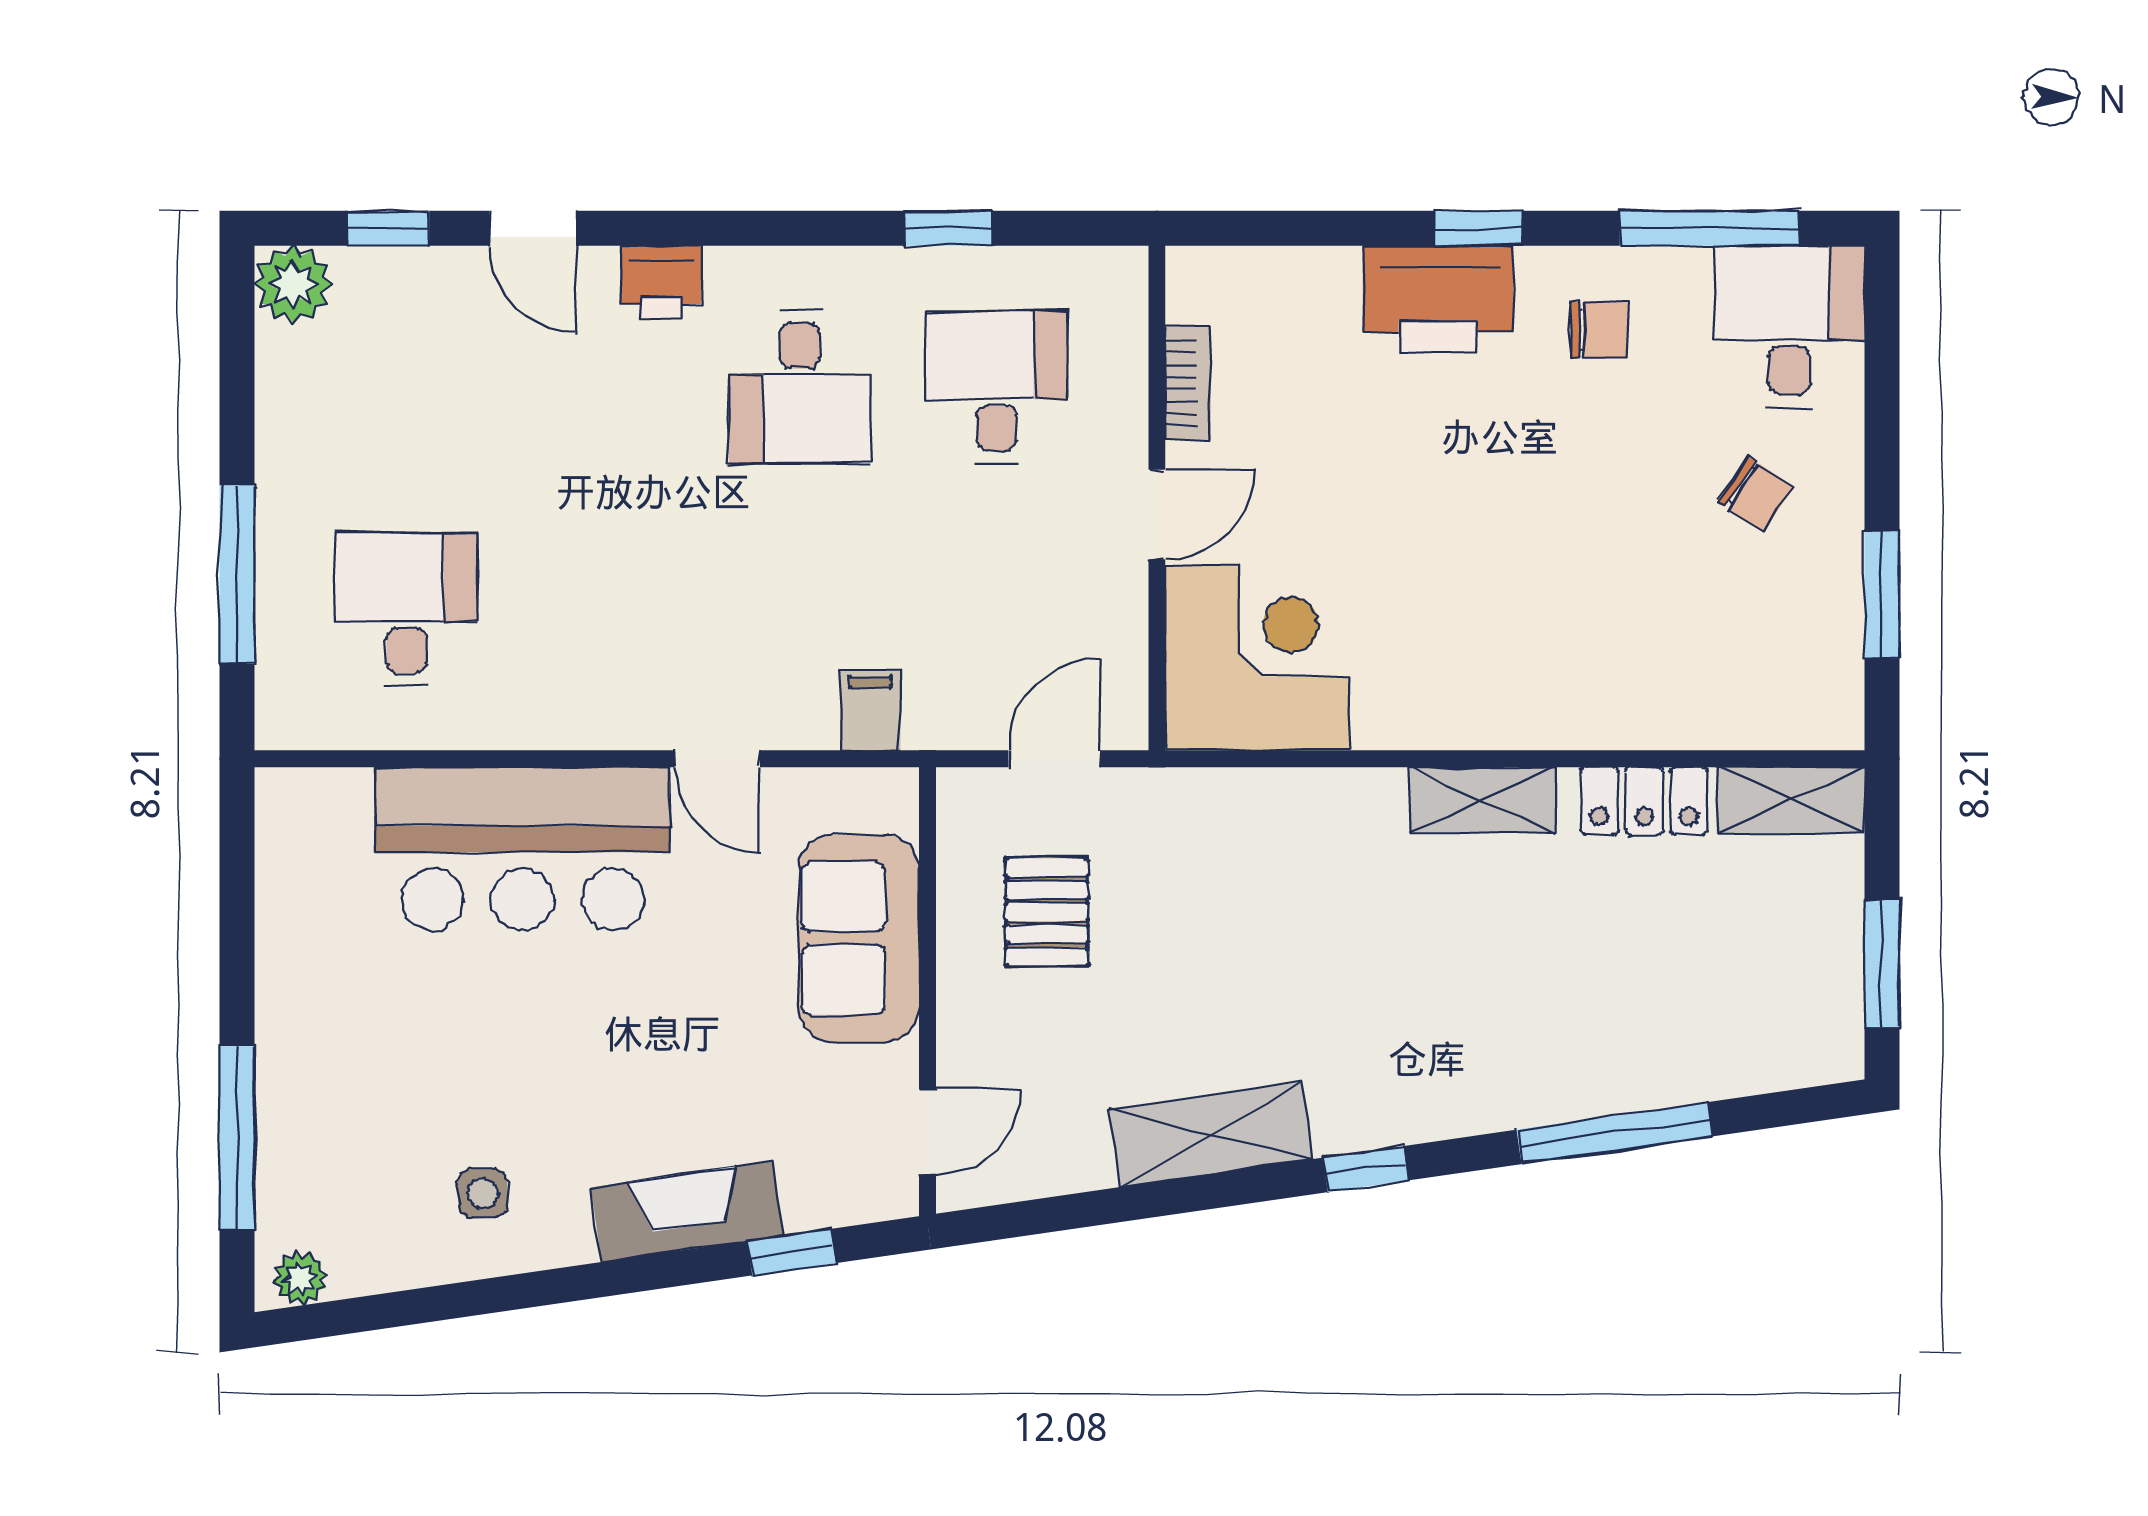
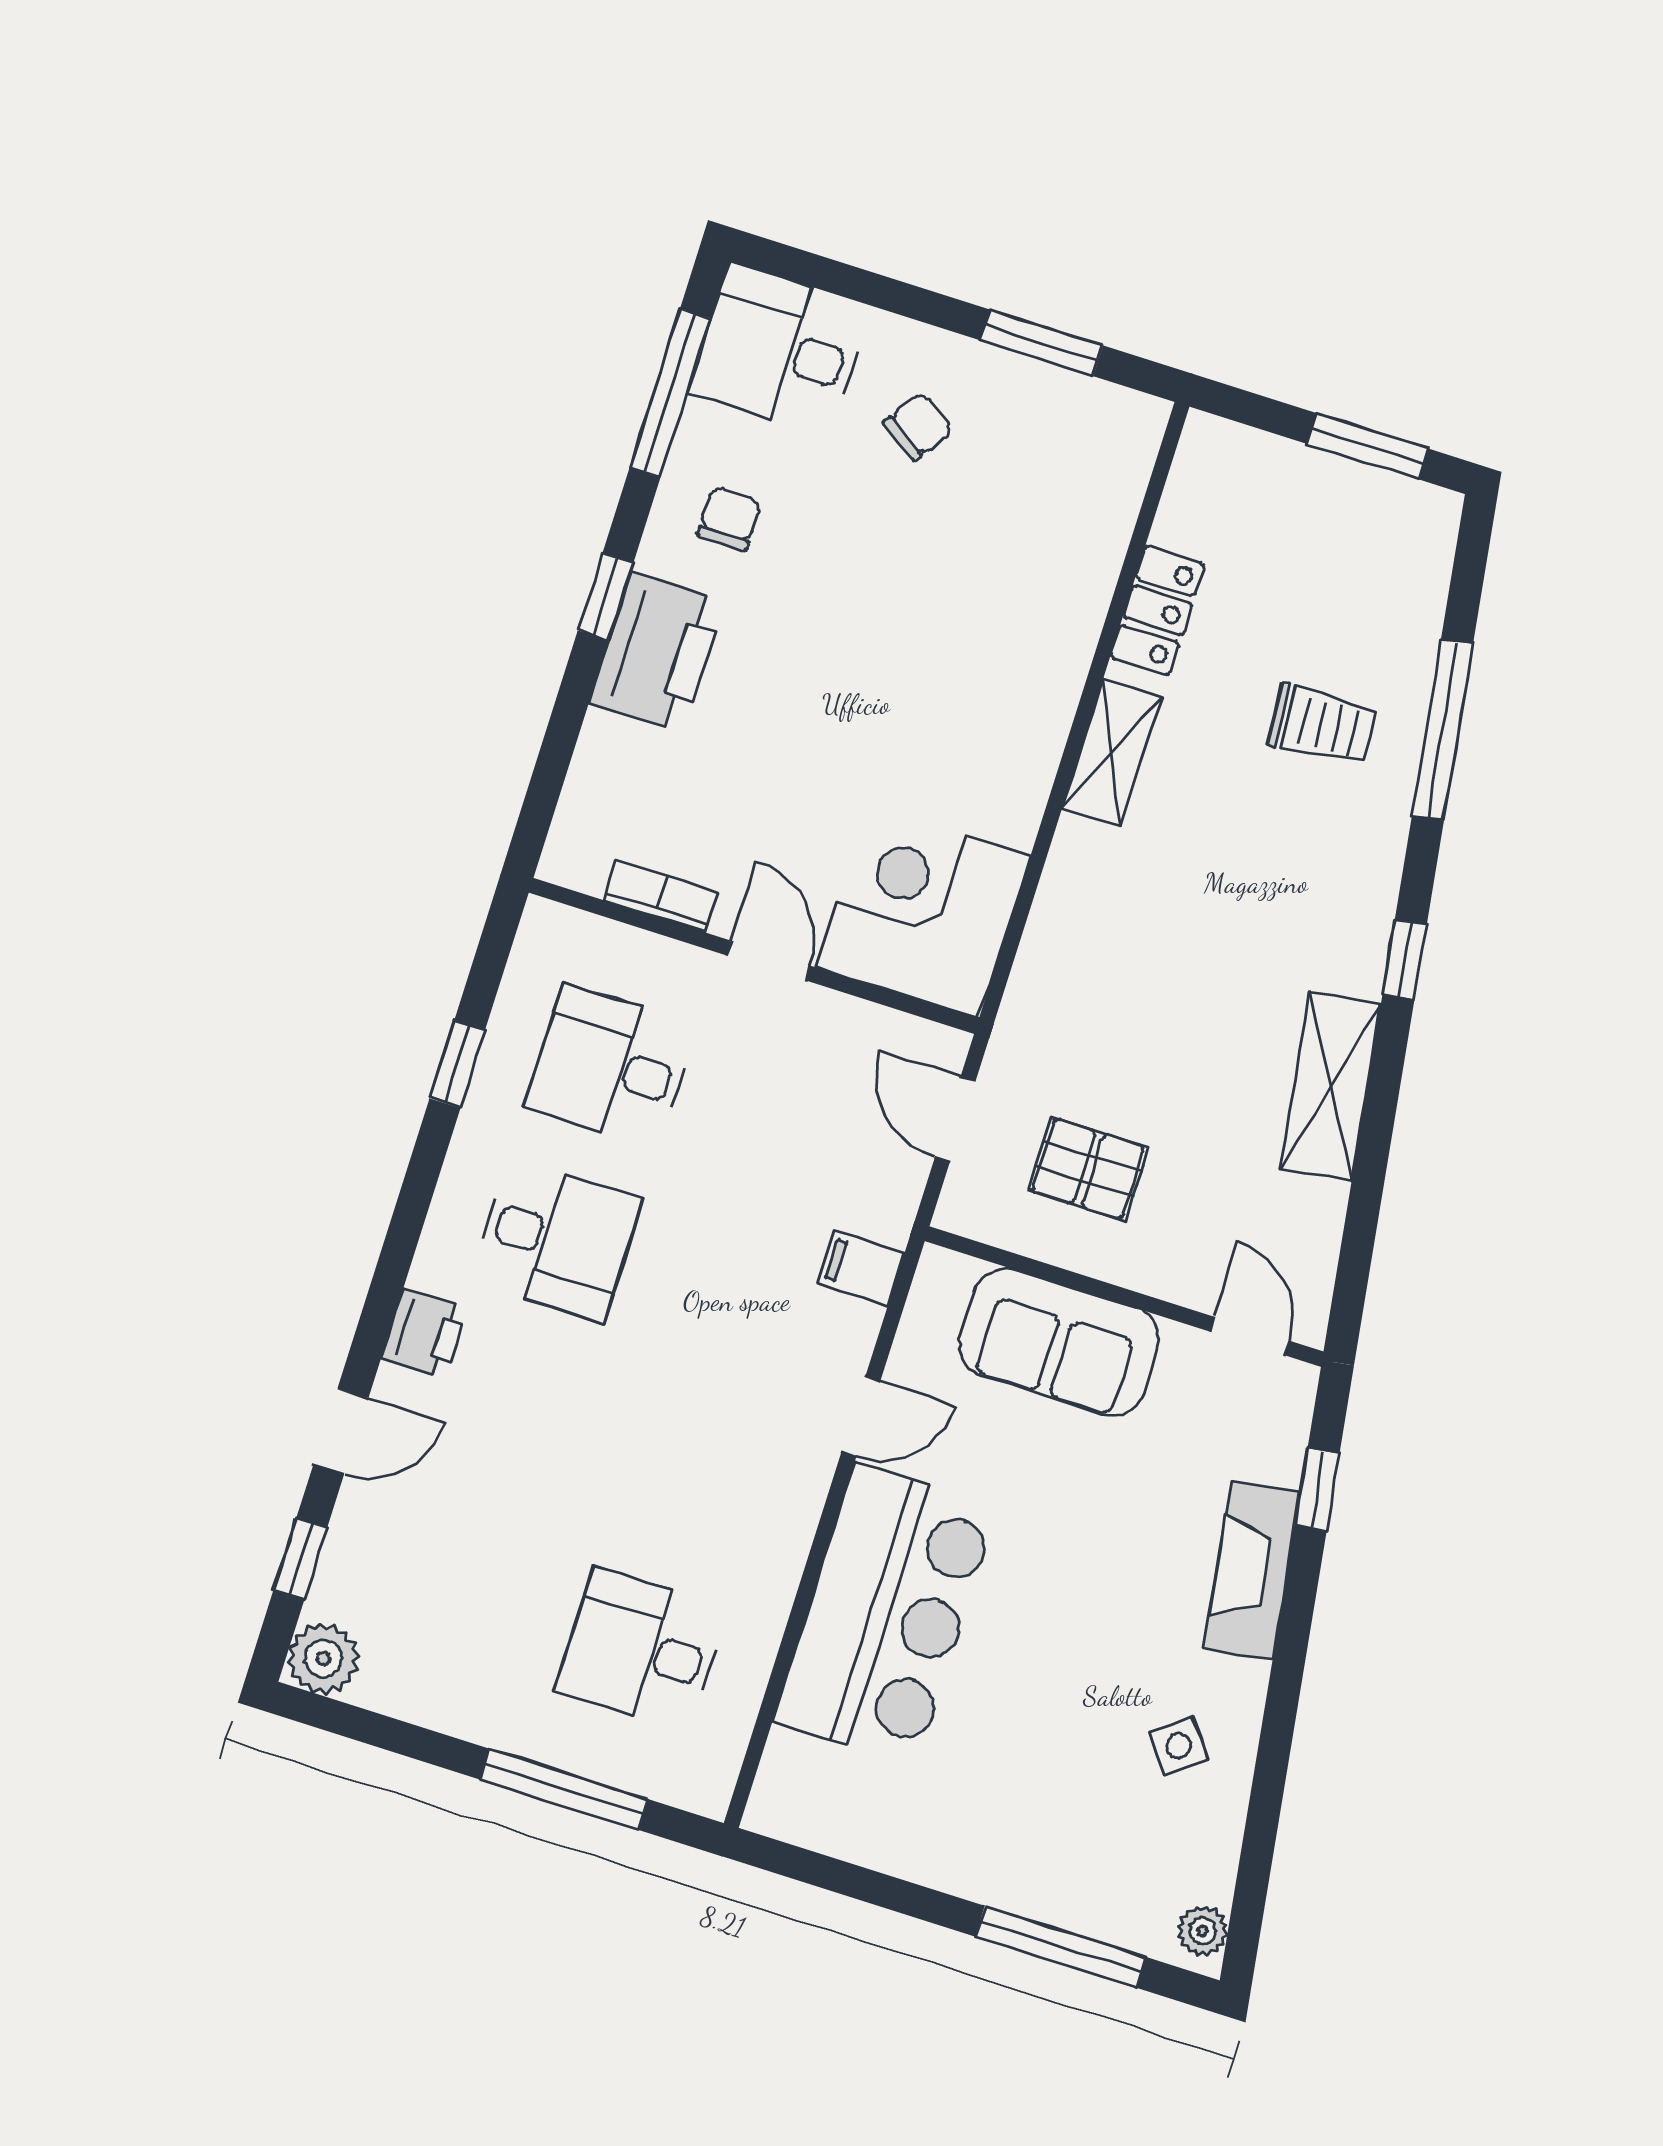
shelving: (1791, 800) -> (1198, 481), removed
trolley: (1580, 1008) -> (1322, 725), added
side table: (483, 1193) -> (1179, 1746), turned -34

